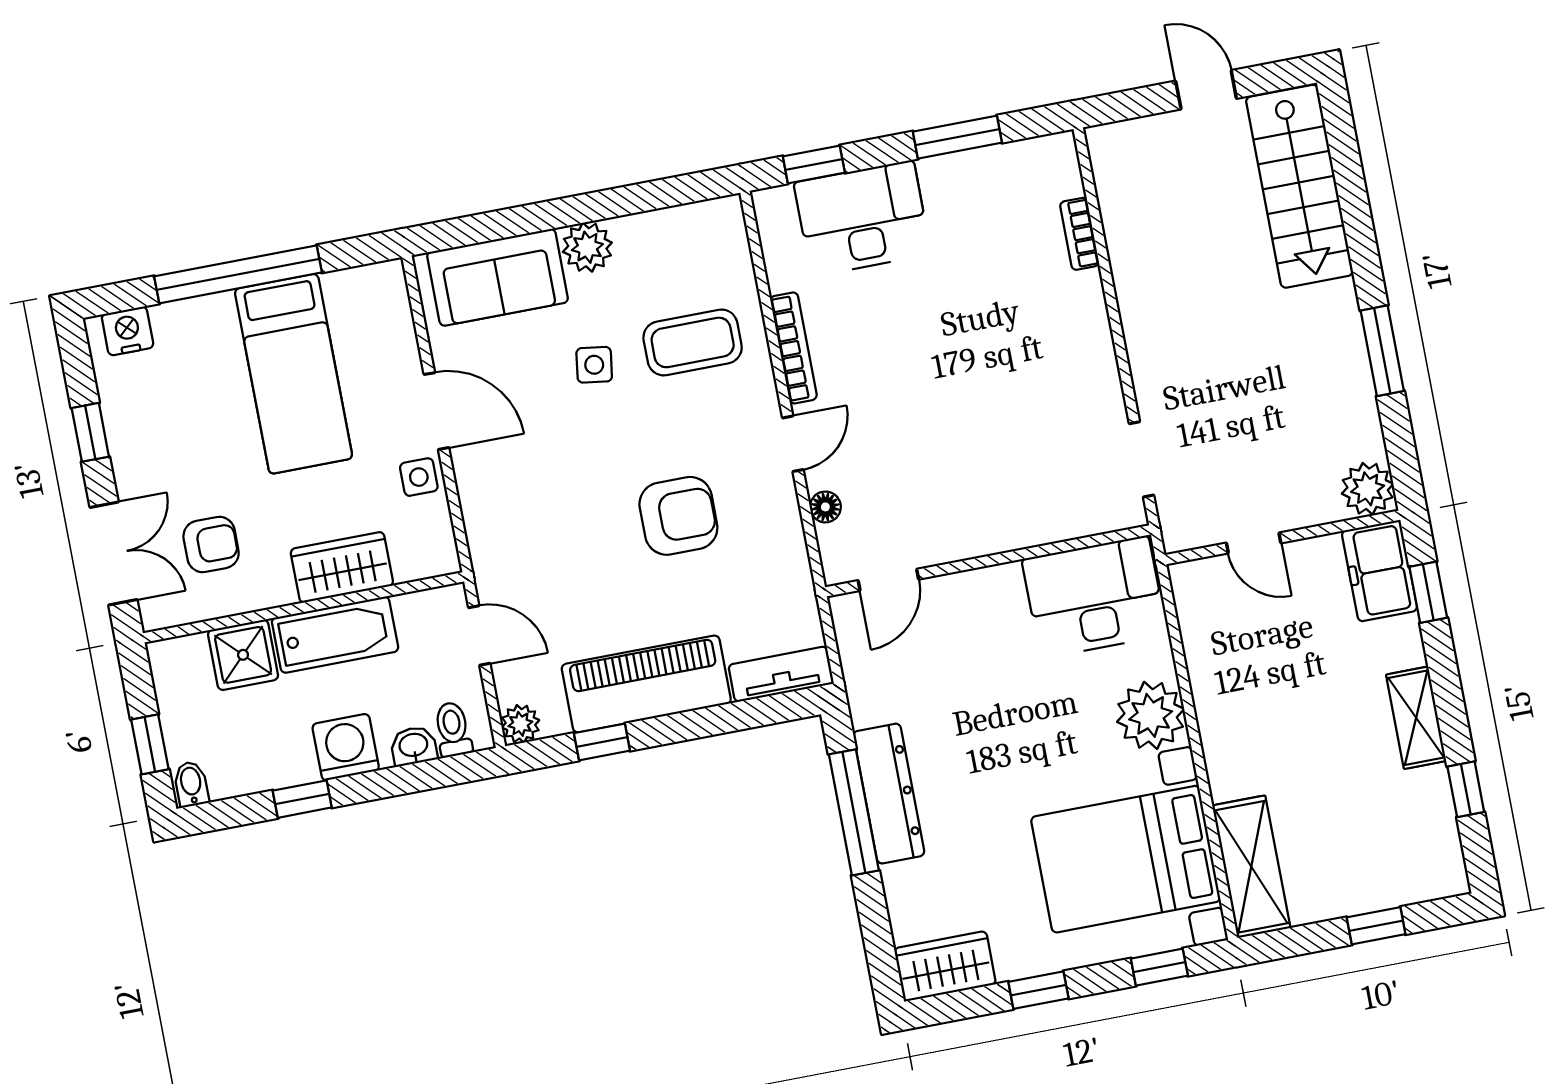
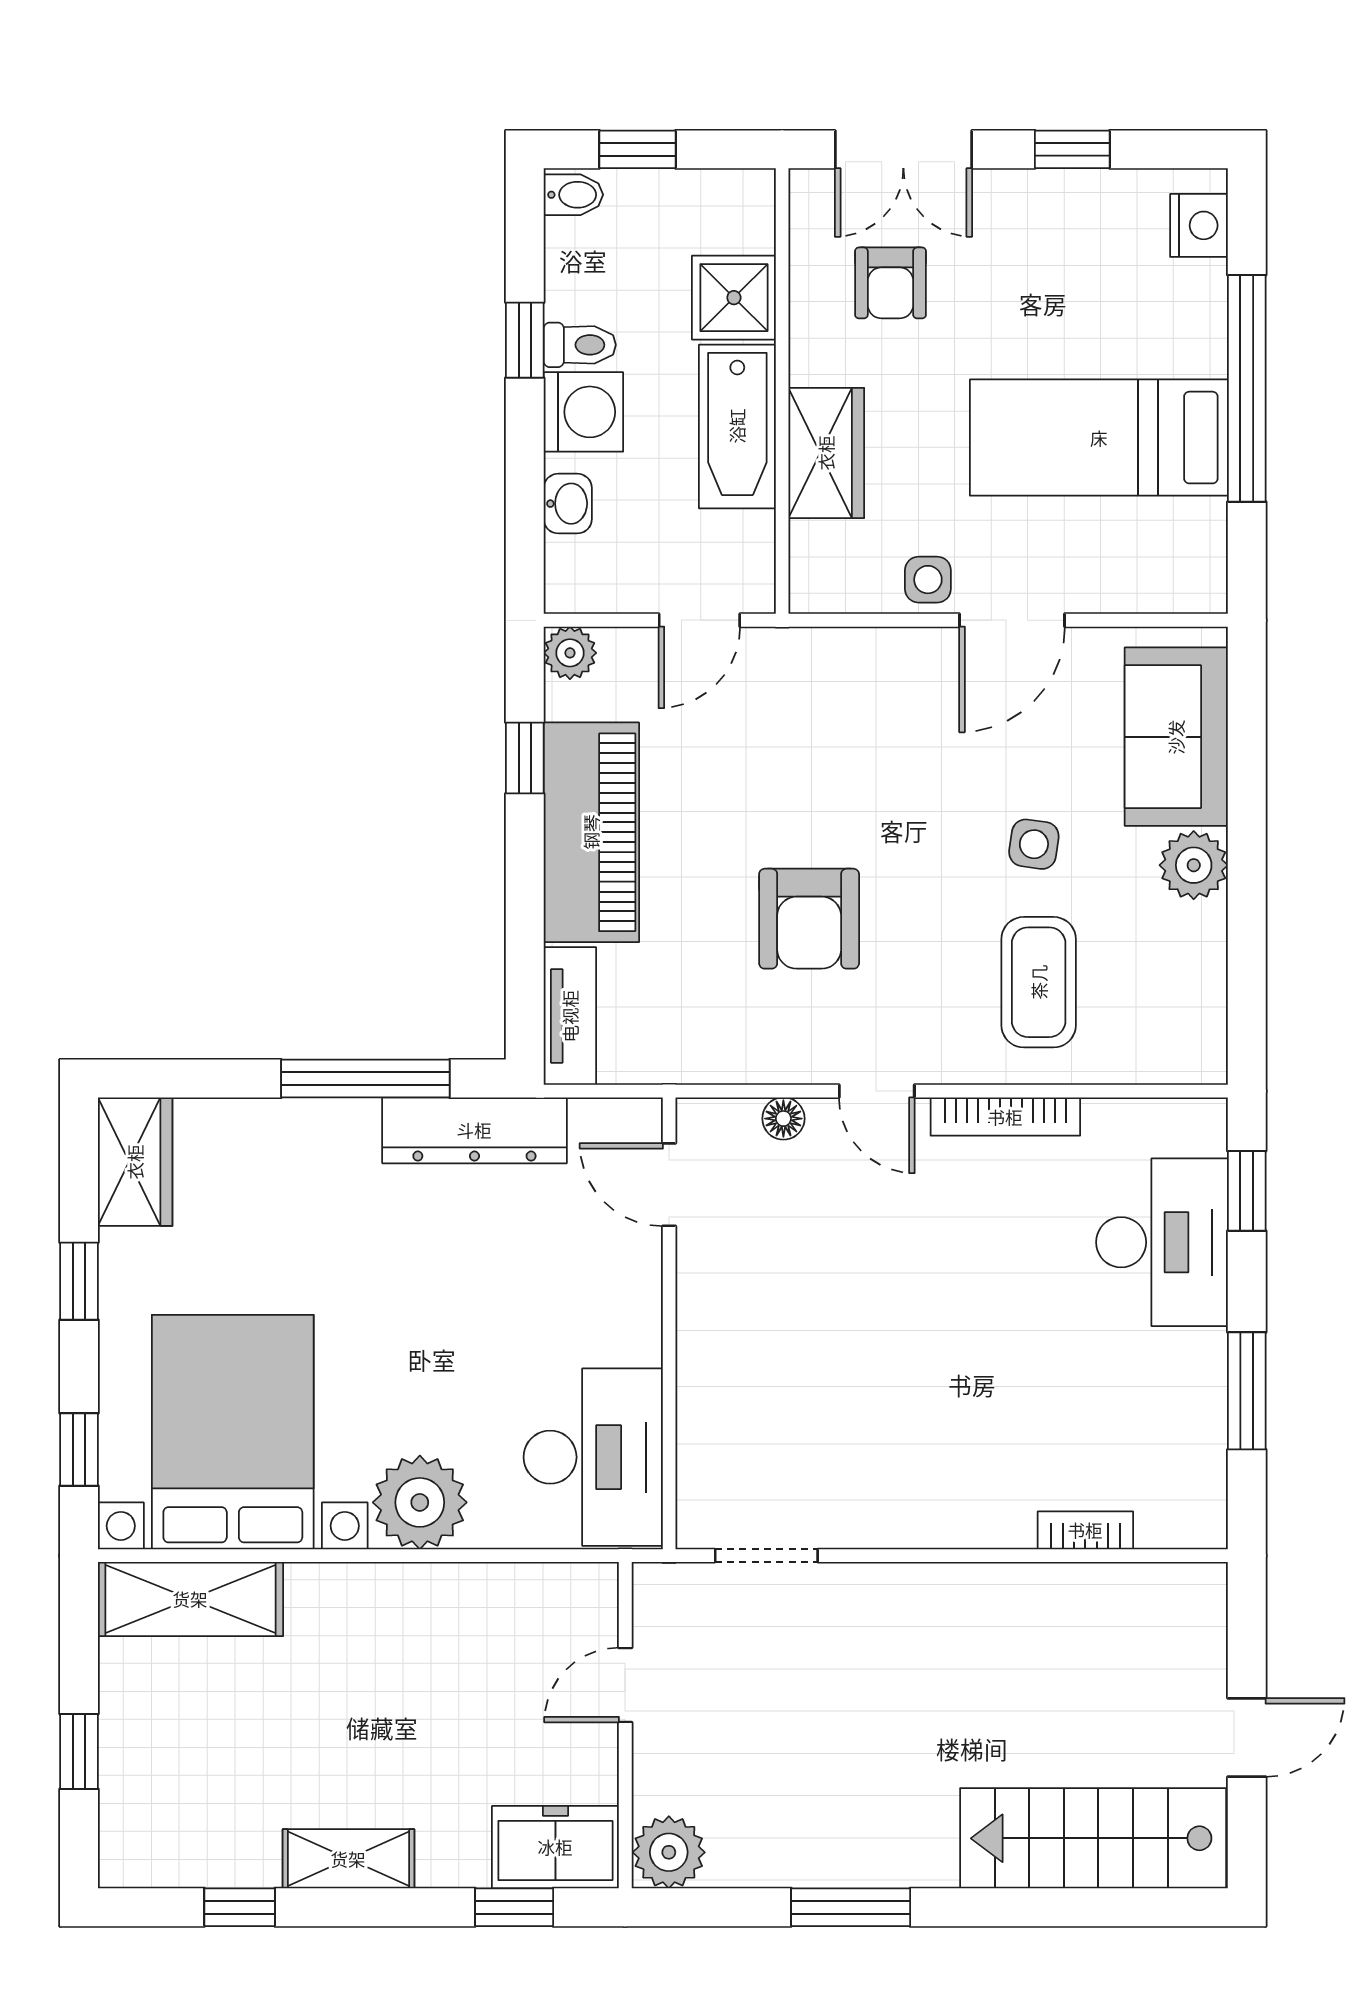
toilet: (453, 729) -> (580, 345), moved
dresser: (889, 794) -> (474, 1130), moved

